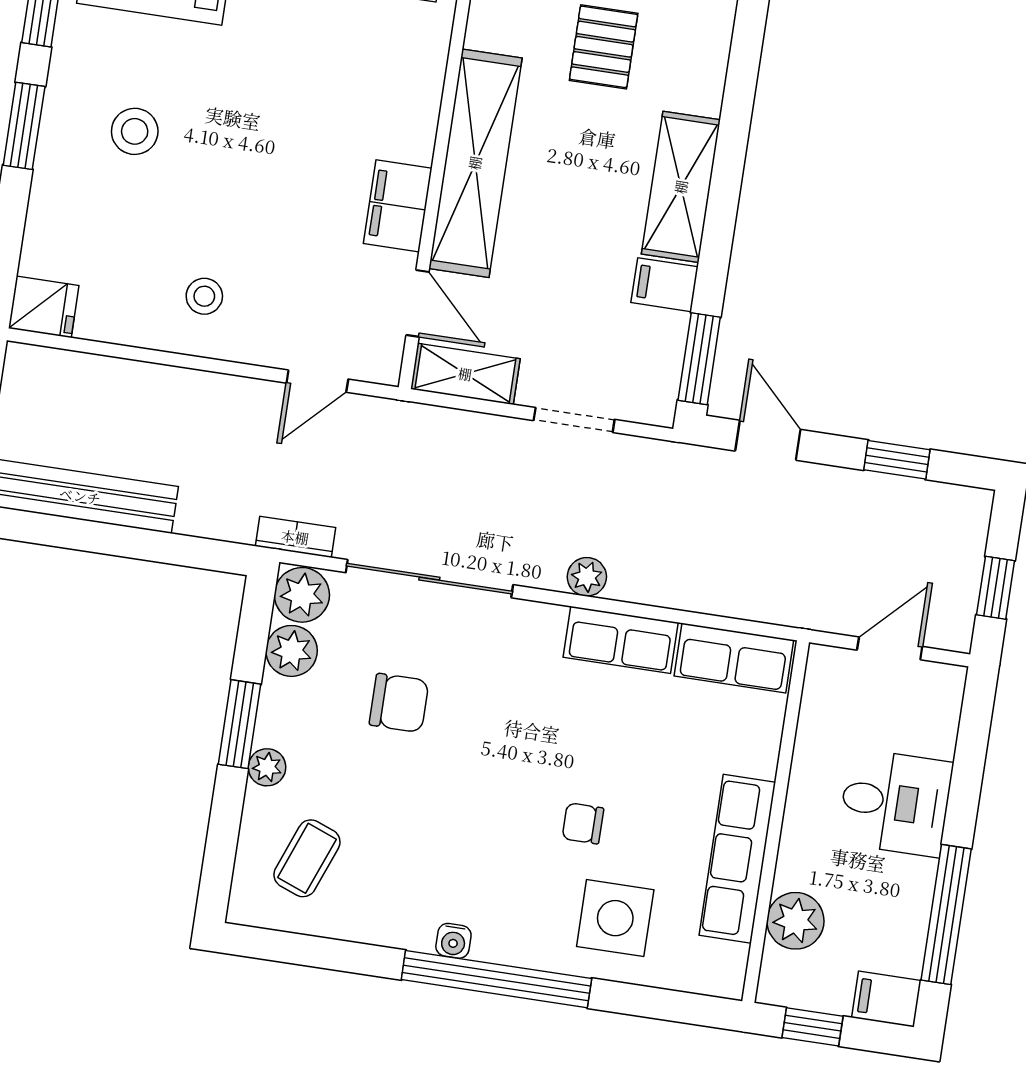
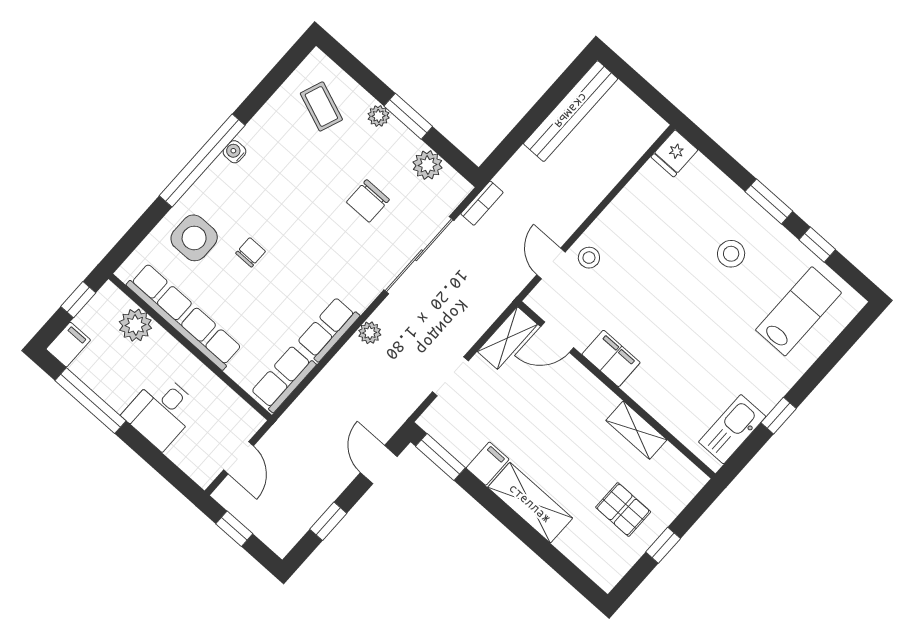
shelving: (475, 163) -> (636, 430), width x0.45, depth x0.75
stool: (204, 296) -> (589, 258), moved
door: (768, 440) -> (379, 465), swing flipped
plant: (302, 595) -> (452, 188), removed
row of seats: (737, 859) -> (184, 316), width x1.36

